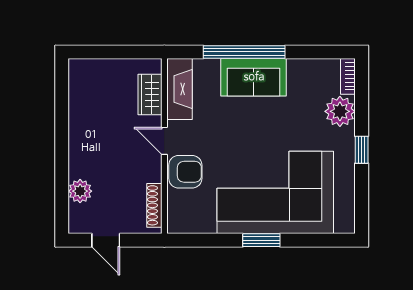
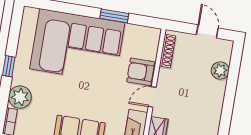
door: (164, 141) -> (152, 97), swing flipped
window: (261, 240) -> (114, 16), moved

